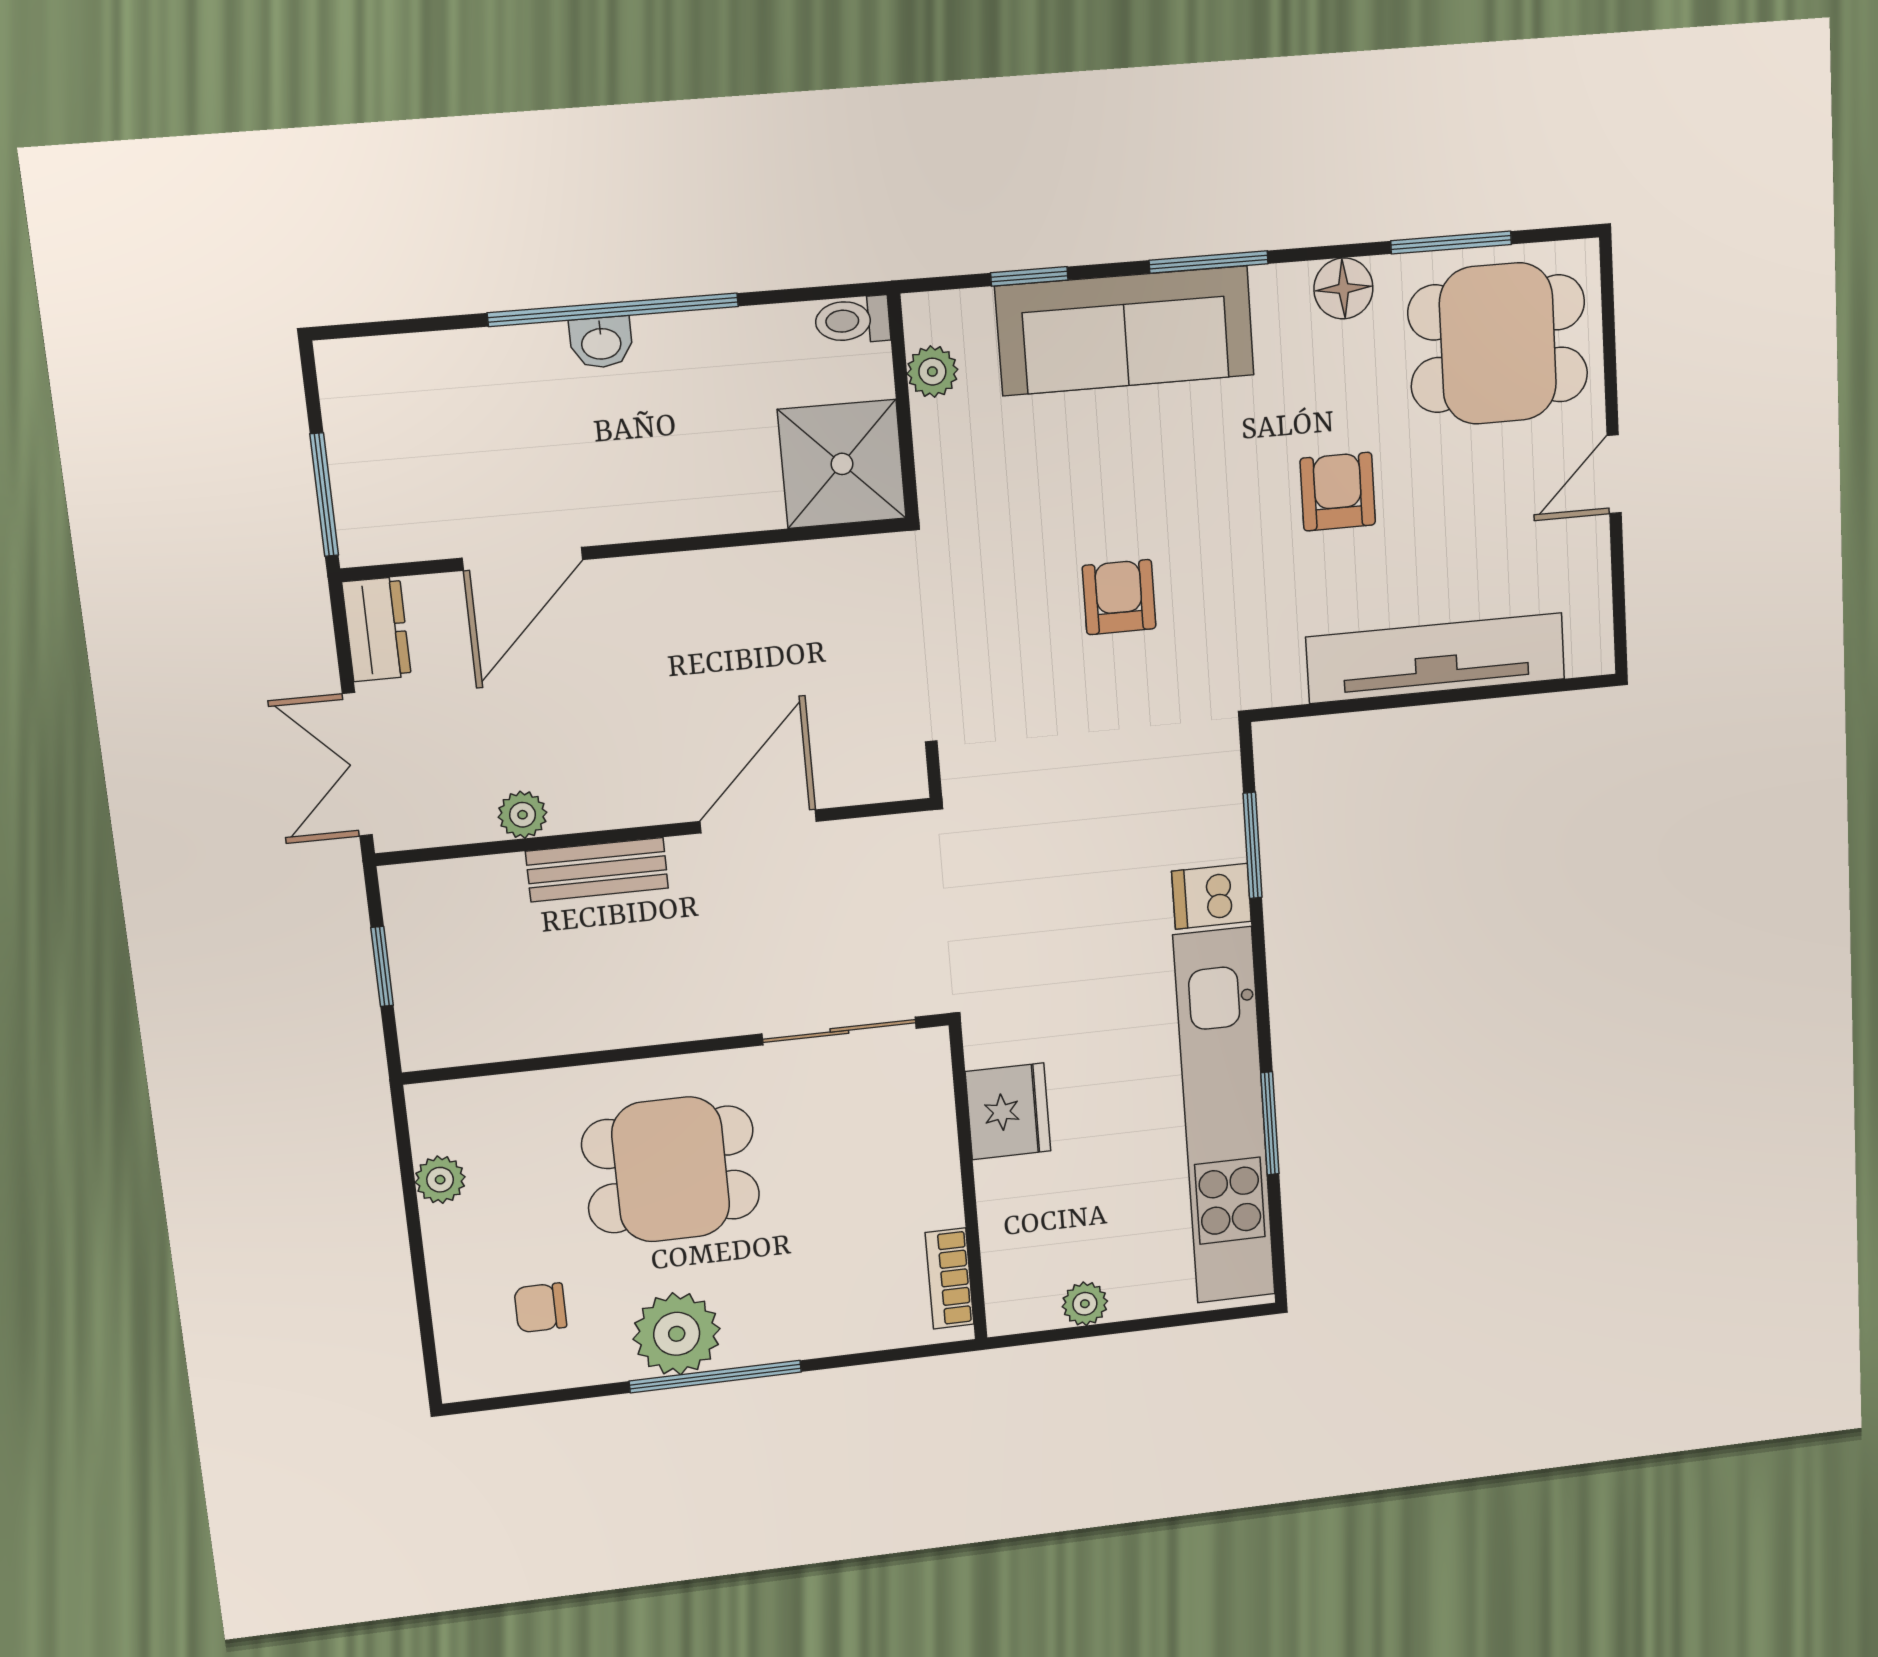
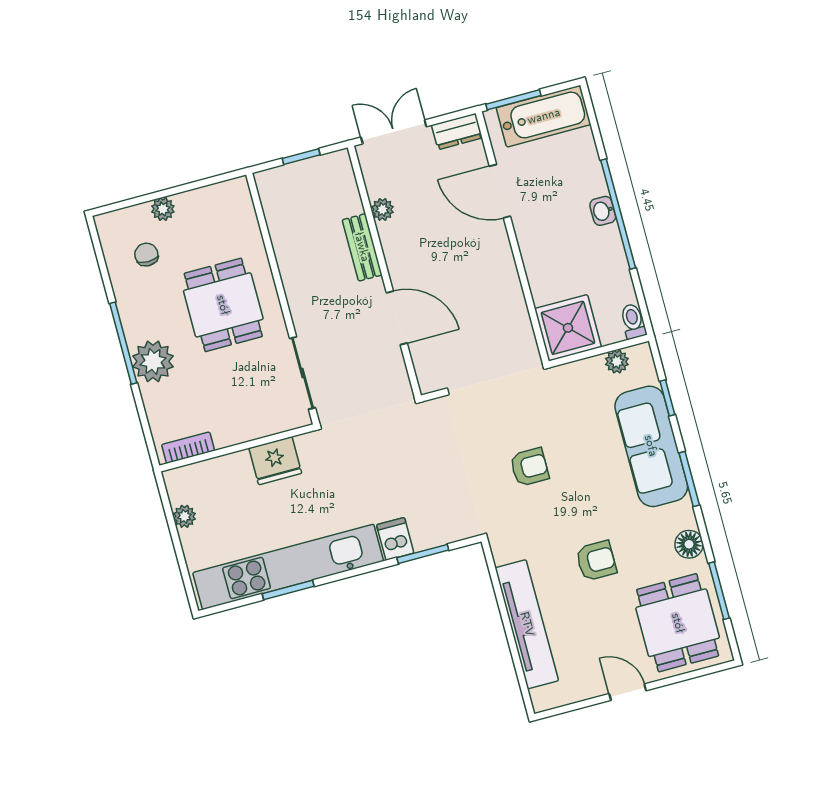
bathtub: (371, 435) -> (544, 116), added
plant: (440, 1180) -> (163, 209), moved
plant: (677, 1334) -> (153, 361), moved

